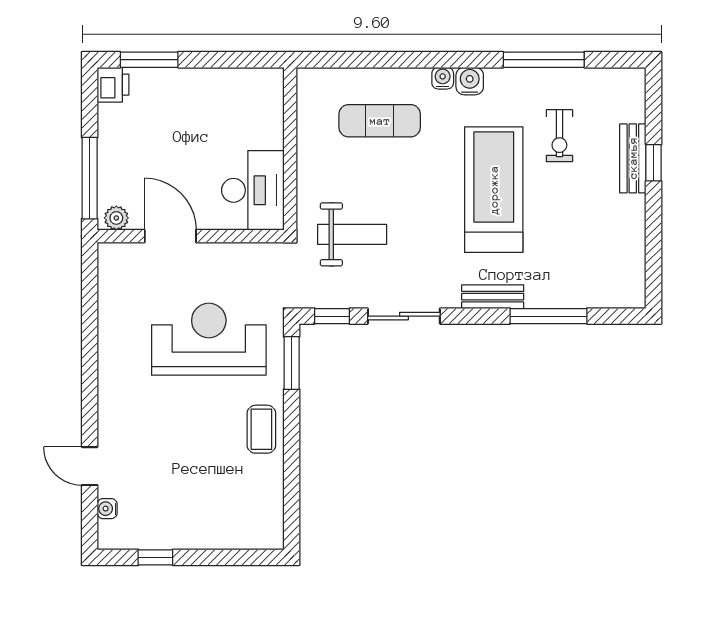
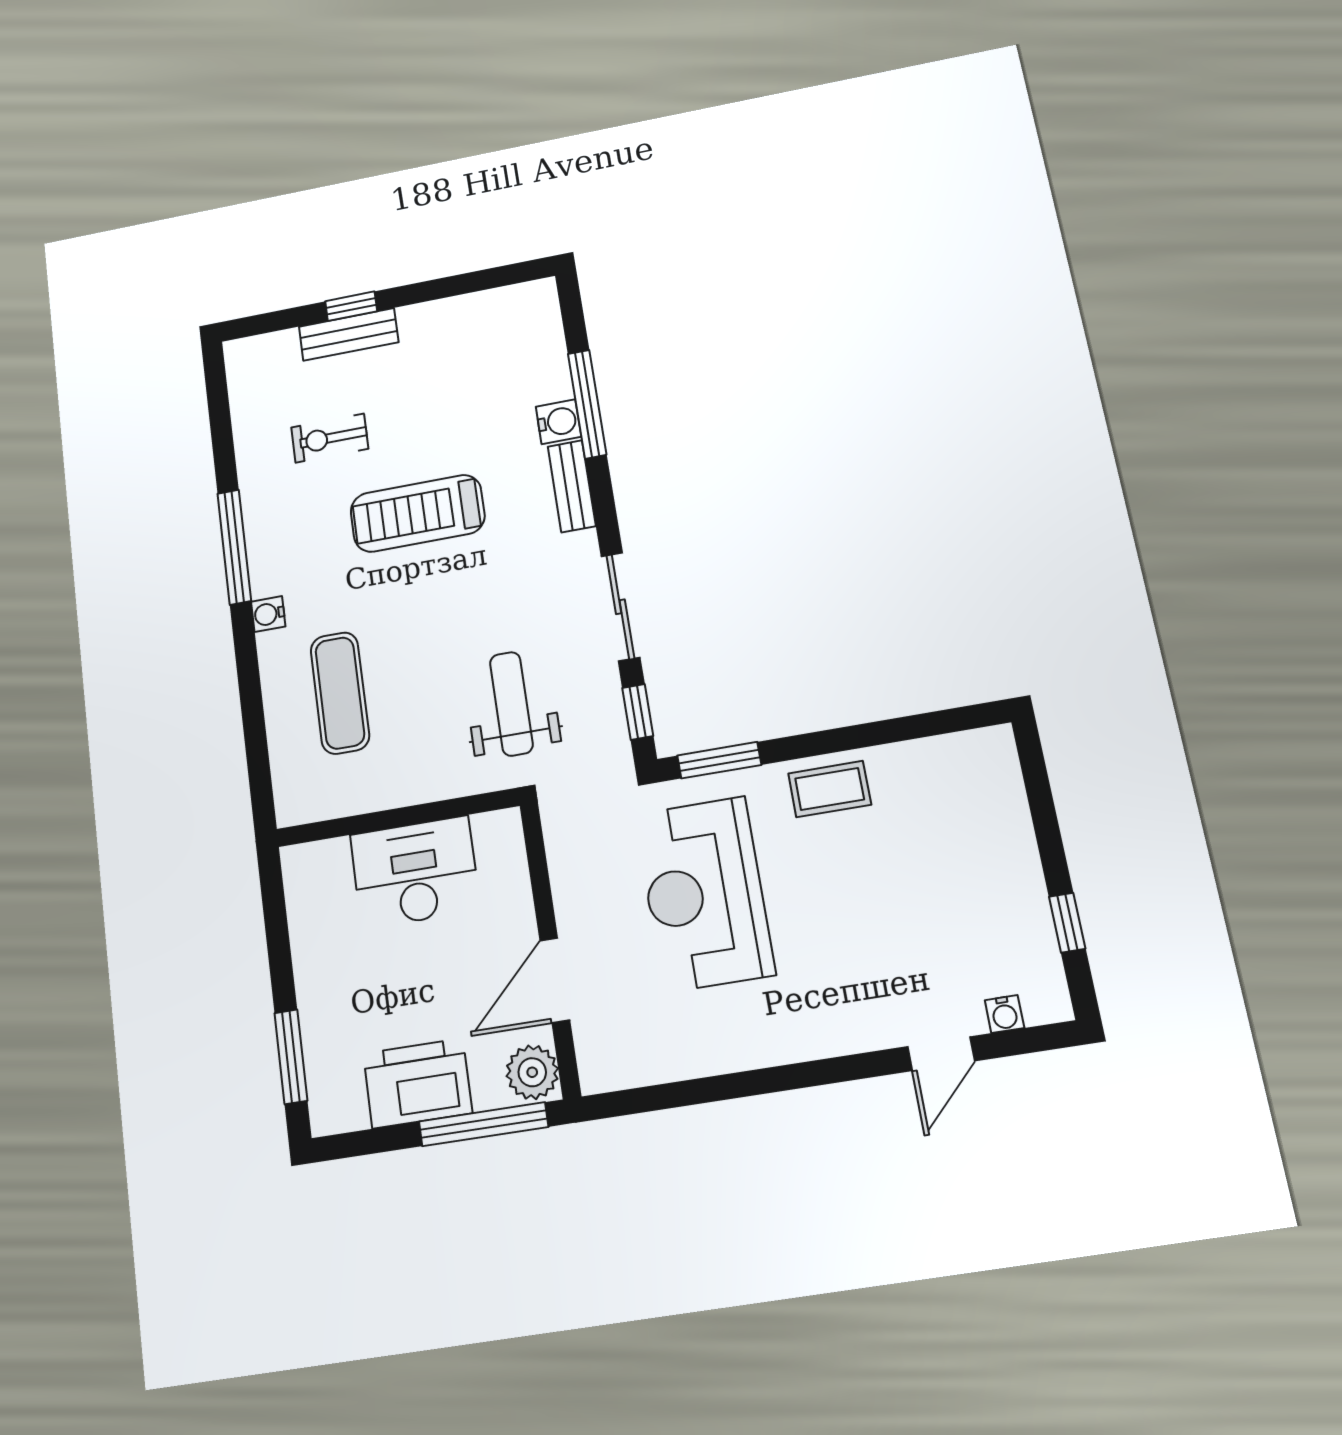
window: (544, 60) -> (234, 547), moved
water cooler: (470, 81) -> (558, 422), moved, turned 180
printer: (113, 85) -> (418, 1083), moved, width x1.87, depth x1.48
exercise bike: (559, 136) -> (330, 438), turned 180
desk: (253, 190) -> (415, 872), moved
treadmill: (494, 190) -> (417, 513), width x0.73, depth x0.73
plant: (116, 218) -> (532, 1072), width x1.38, depth x1.38

